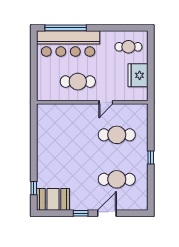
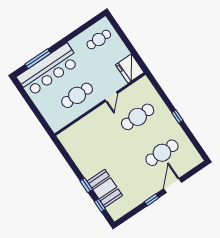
window: (66, 28) -> (38, 59), width x0.68
fridge: (138, 75) -> (130, 69), moved
window: (34, 163) -> (86, 185), added
booth: (53, 199) -> (105, 188), moved, turned 90

